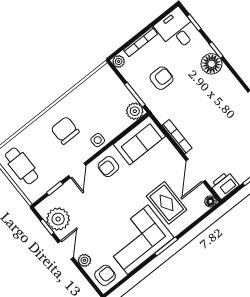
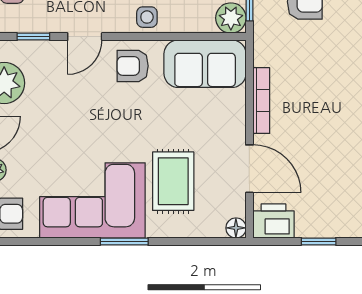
door: (196, 171) -> (249, 169), swing flipped

